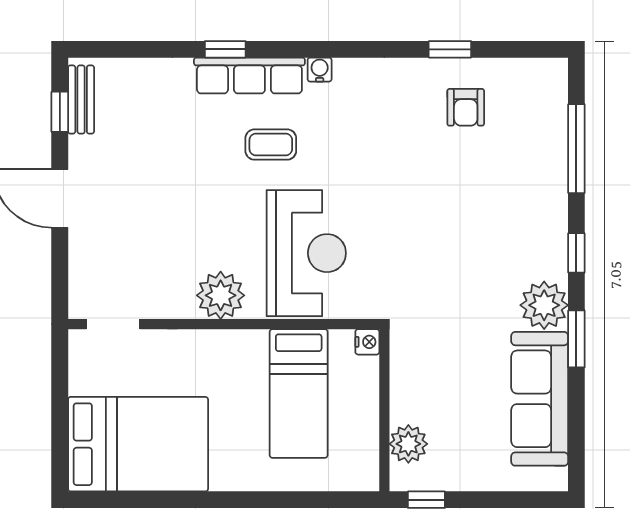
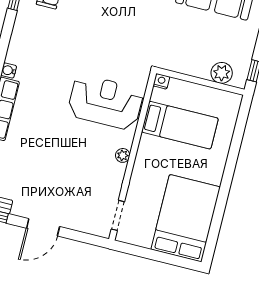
coffee table: (271, 145) -> (42, 107), removed
plant: (221, 295) -> (123, 155), width x0.53, depth x0.53

